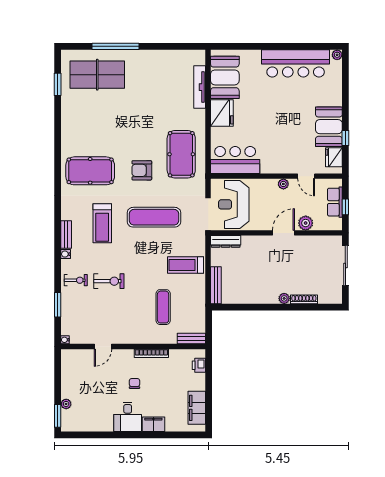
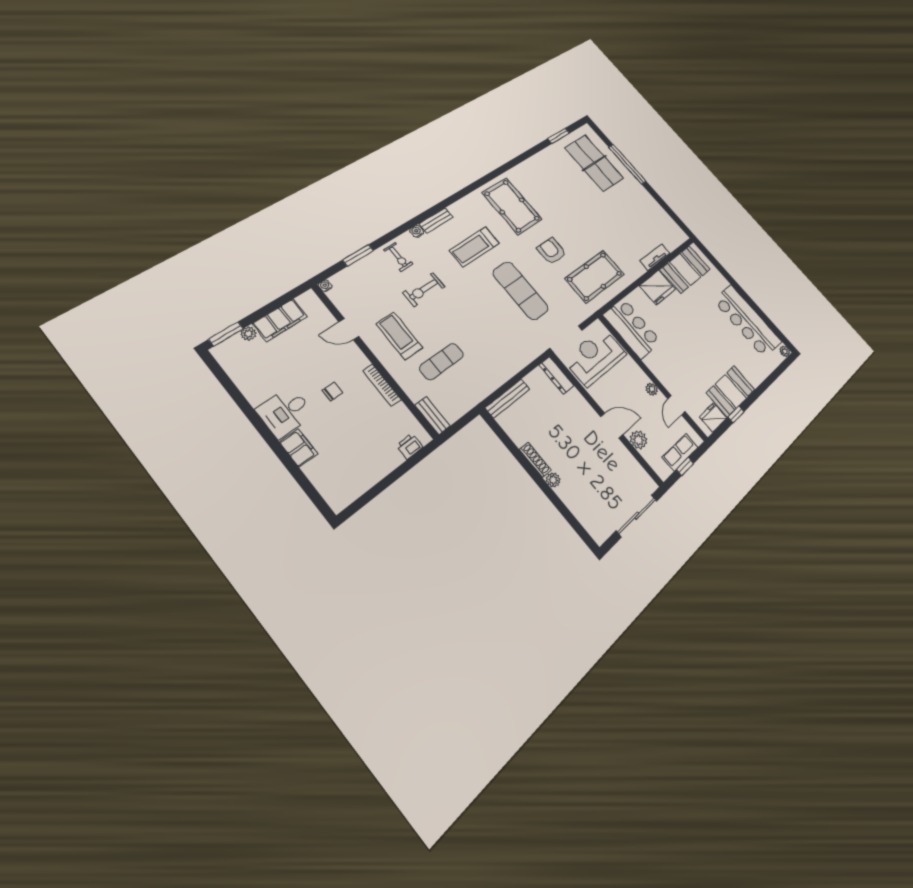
tv unit: (200, 87) -> (655, 257), width x0.71
treadmill: (186, 265) -> (399, 336), moved
exercise bike: (109, 281) -> (424, 289), turned 90
shoe rack: (304, 299) -> (535, 460), moved
filing cabinet: (197, 408) -> (280, 320), moved, turned 180

